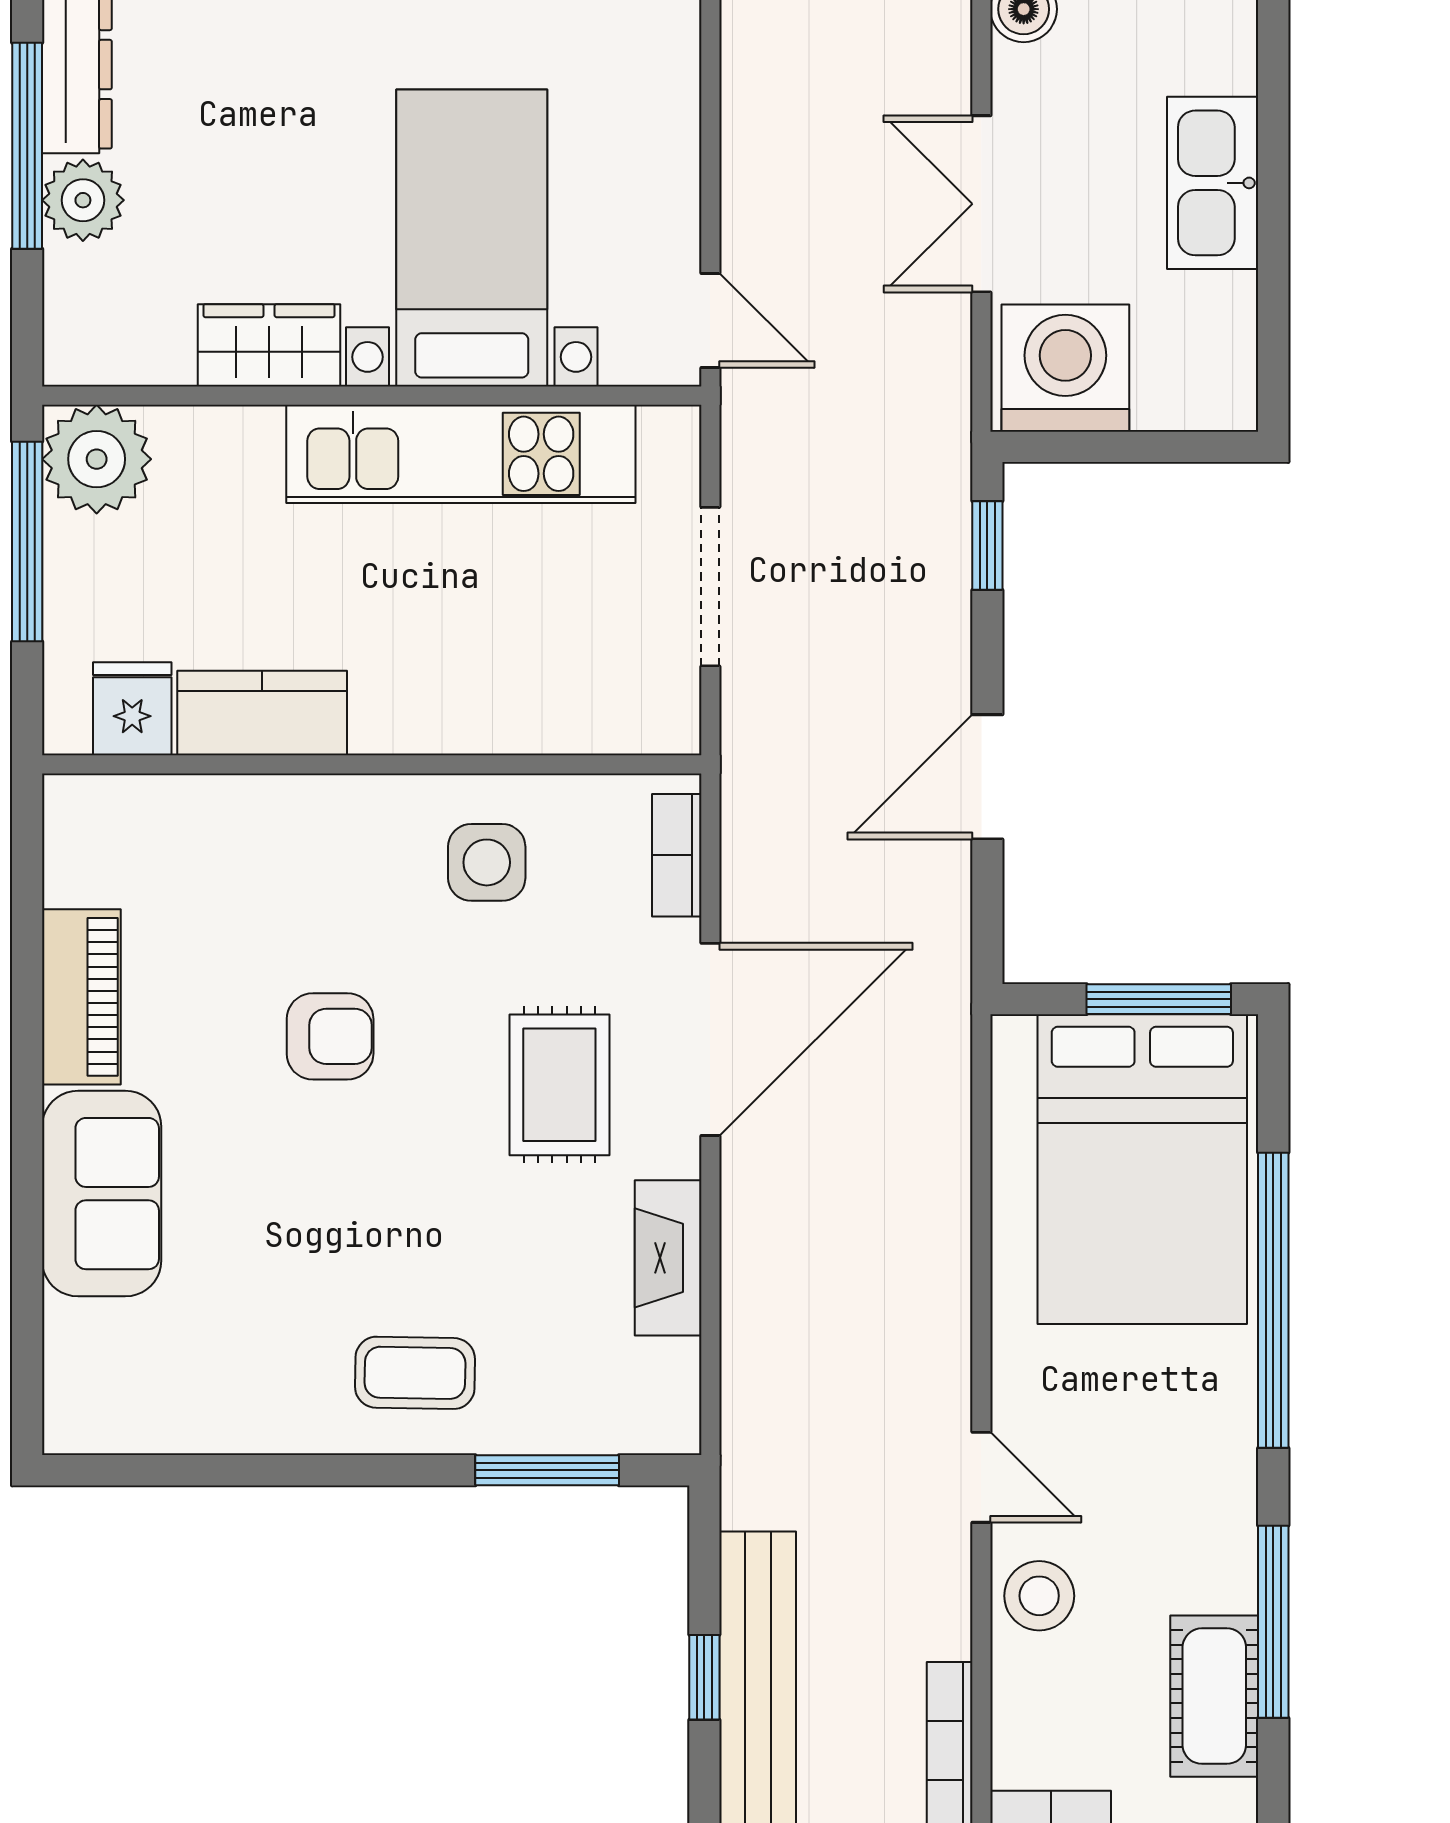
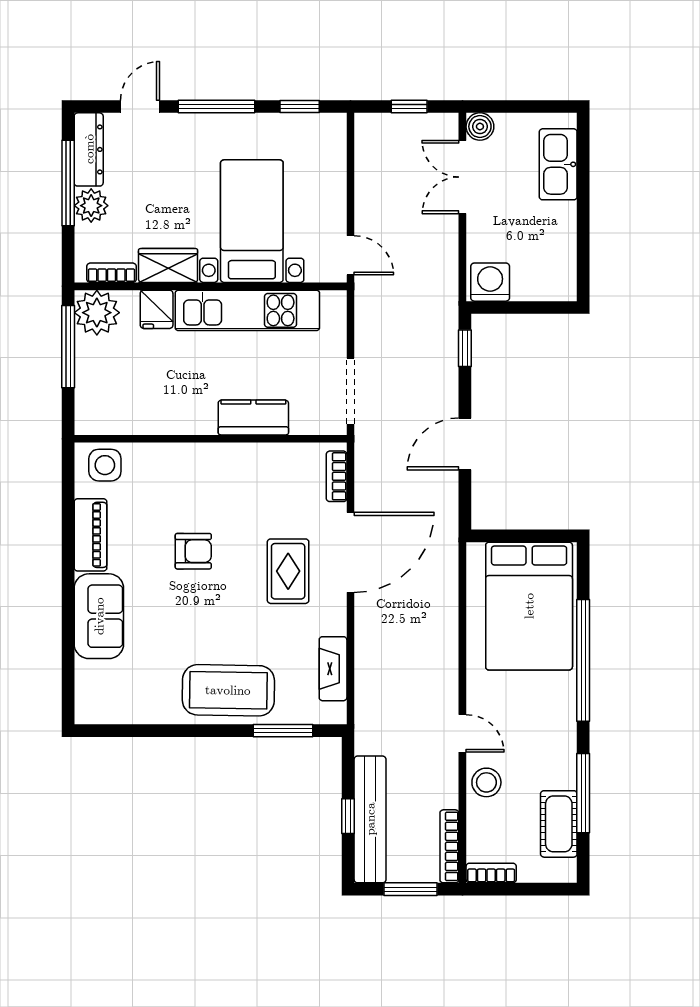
kitchen sink: (1213, 183) -> (558, 164), moved
double door: (981, 204) -> (462, 177), moved
bookcase: (132, 363) -> (112, 273), added
washing machine: (1065, 368) -> (490, 282), width x0.73, depth x0.73
doorway: (710, 587) -> (350, 391), moved
fridge: (132, 709) -> (157, 309), moved, turned 180
kitchen counter: (262, 713) -> (253, 417), moved
side table: (487, 862) -> (105, 465), moved
window: (1159, 999) -> (536, 536), removed
fireplace: (668, 1258) -> (333, 669), moved
coffee table: (415, 1373) -> (228, 690), width x1.86, depth x1.72

